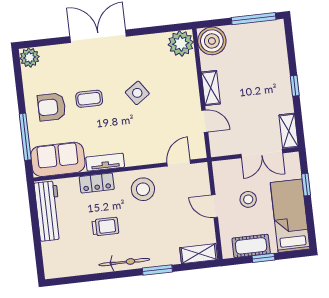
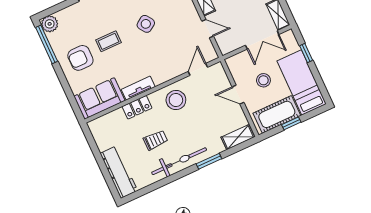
window: (25, 137) -> (47, 44), moved
workbench: (48, 211) -> (119, 172), moved
cot: (251, 246) -> (277, 114), width x1.37, depth x1.34
bicycle: (124, 262) -> (179, 161), width x1.37, depth x1.40

